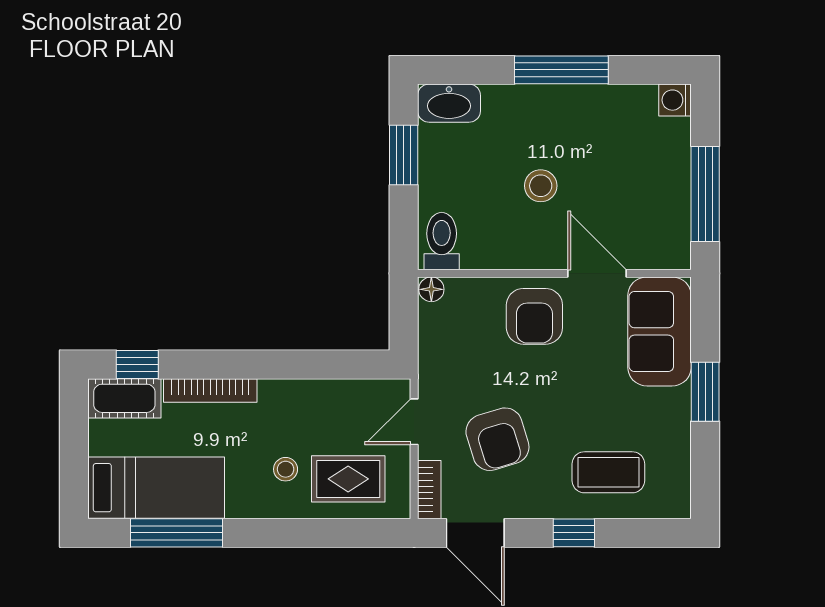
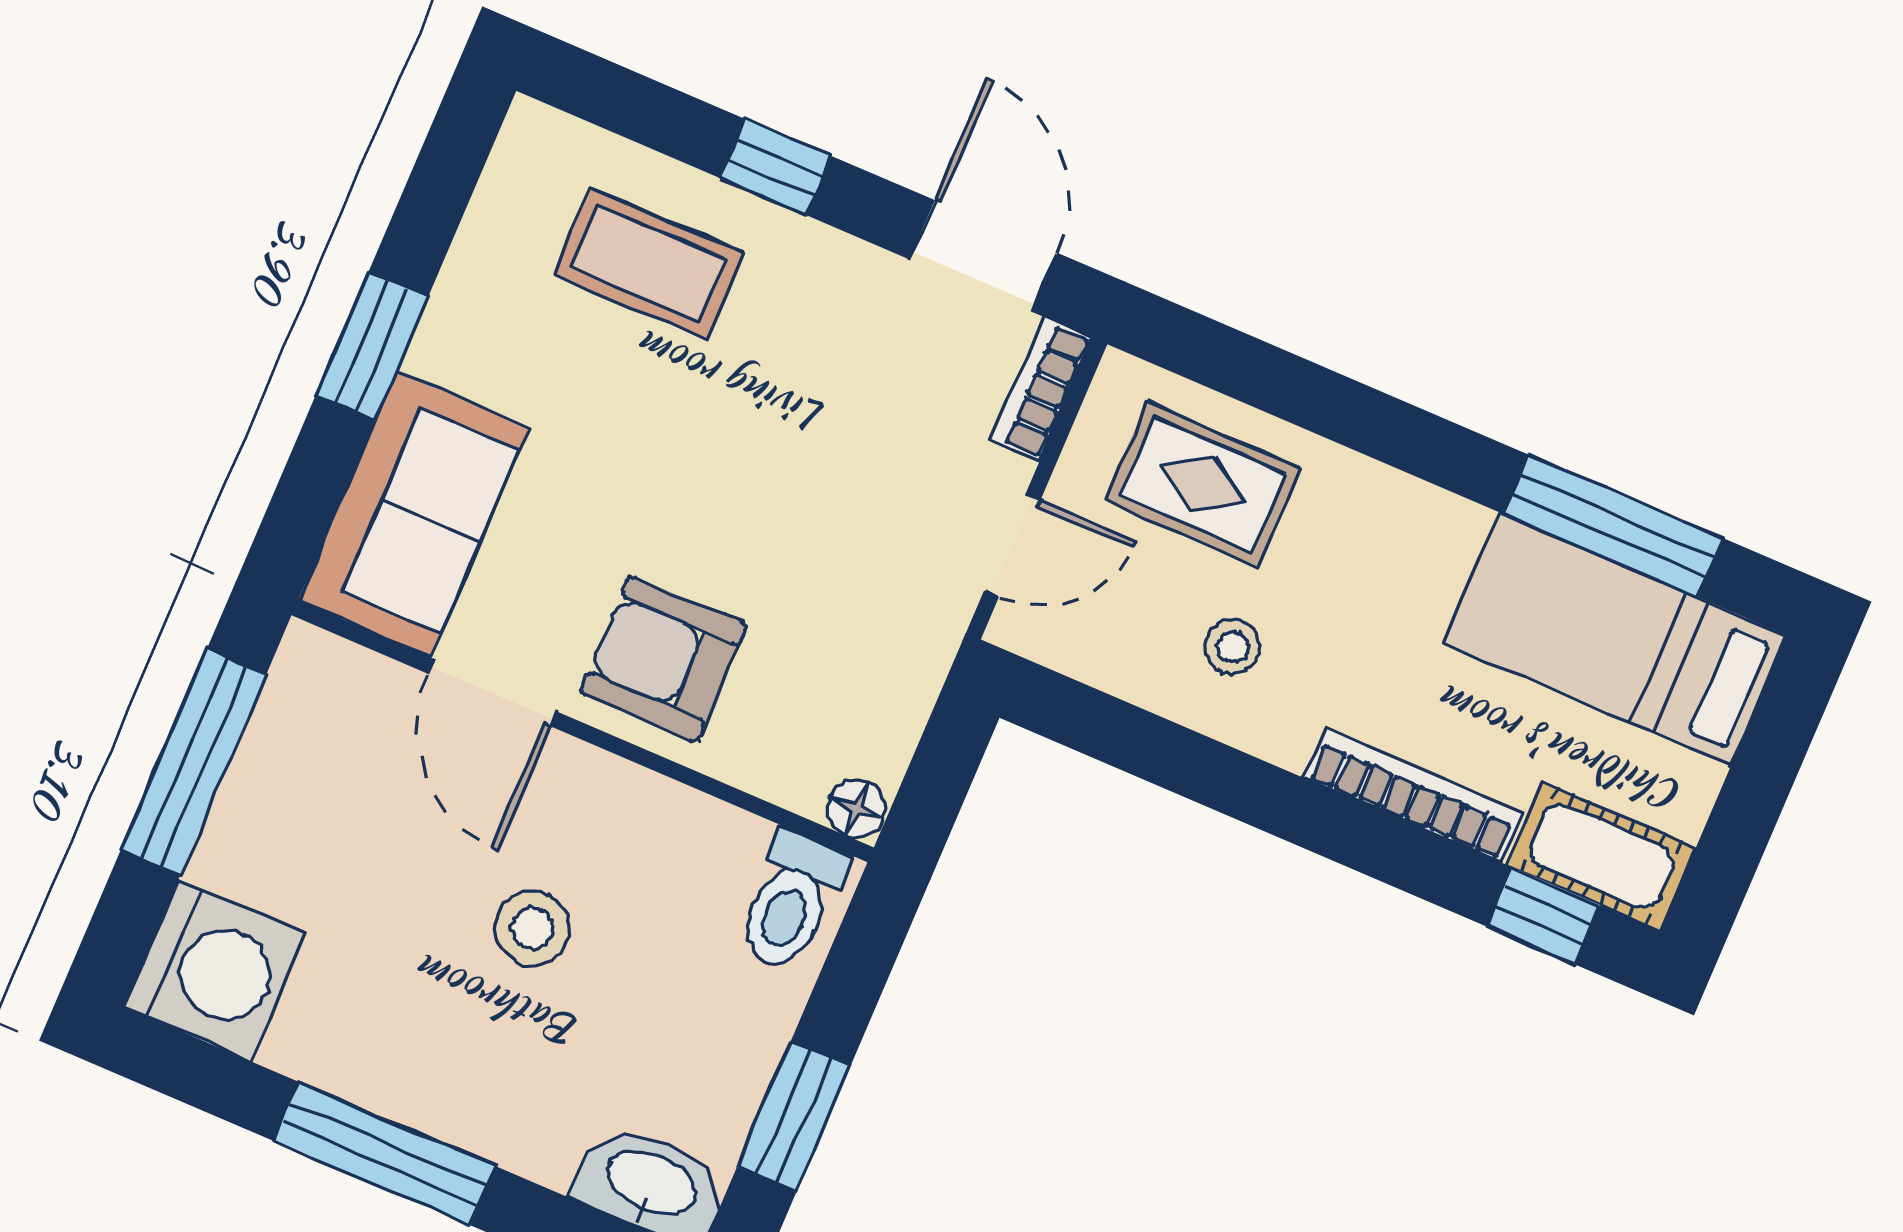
washing machine: (675, 100) -> (215, 970), width x1.89, depth x1.89
armchair: (534, 316) -> (663, 659), turned -90
armchair: (497, 439) -> (852, 433), removed
stool: (286, 469) -> (1233, 647), moved

